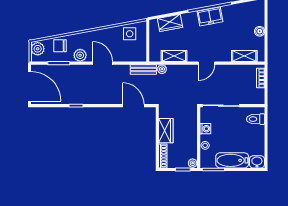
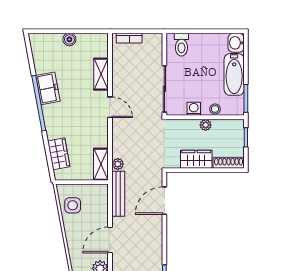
freezer: (210, 16) -> (48, 88), moved
shelving: (174, 56) -> (101, 164), moved
shelving: (244, 56) -> (101, 74), moved
bench: (143, 69) -> (118, 194), width x1.36
plant: (193, 163) -> (206, 125), moved

